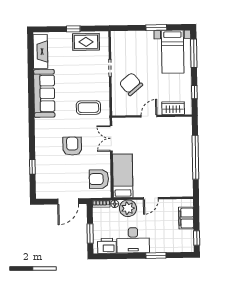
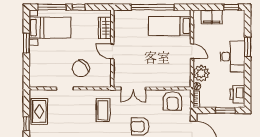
window: (194, 92) -> (79, 7), moved
bed: (123, 176) -> (170, 26), moved
desk: (133, 240) -> (232, 57), moved

